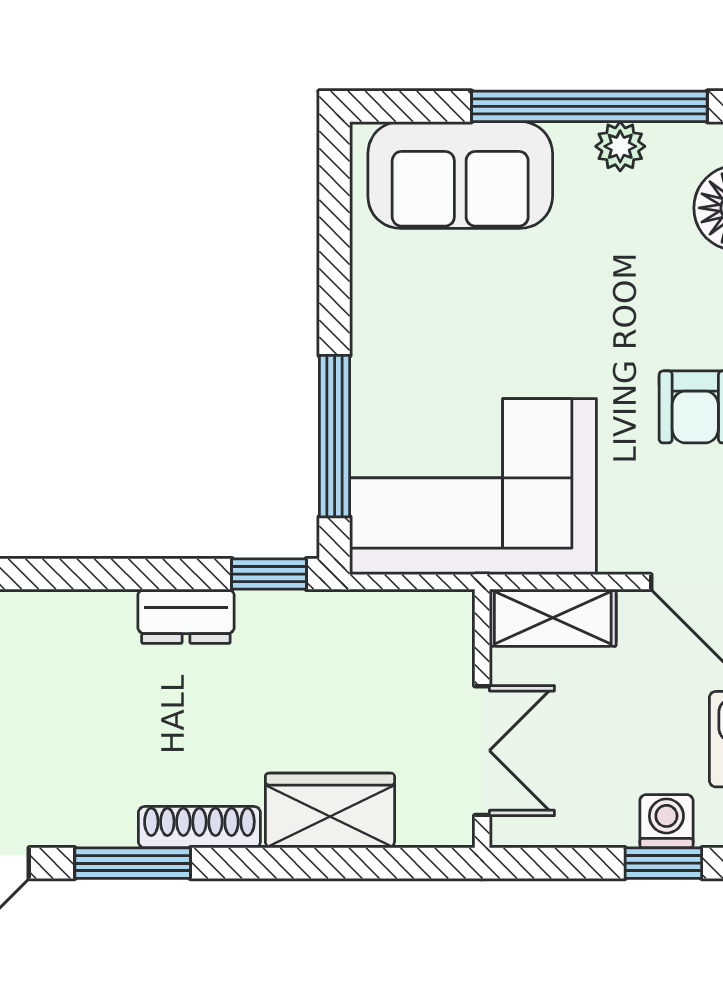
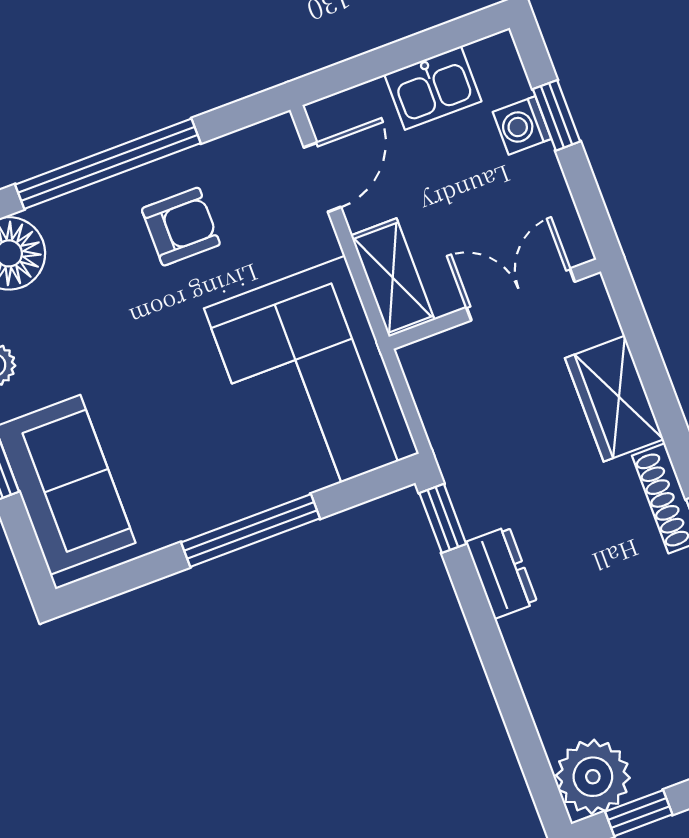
window: (335, 436) -> (251, 530), moved

